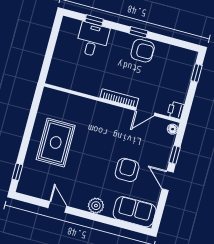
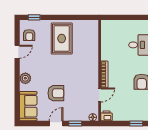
door: (145, 112) -> (100, 95), swing flipped
rug: (56, 143) -> (62, 39), turned 90
armchair: (39, 185) -> (29, 35), added

